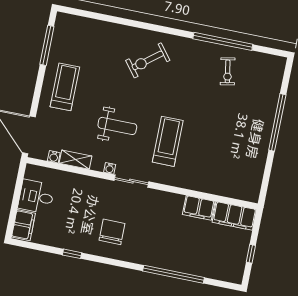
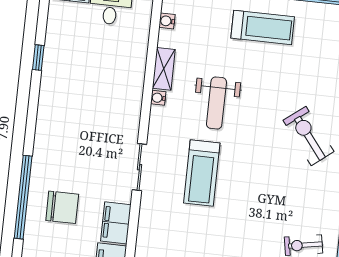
treadmill: (168, 141) -> (202, 173), turned 90
shelving: (76, 160) -> (164, 69), moved
sliding door: (131, 181) -> (139, 167), moved
chair: (112, 232) -> (62, 207), moved

